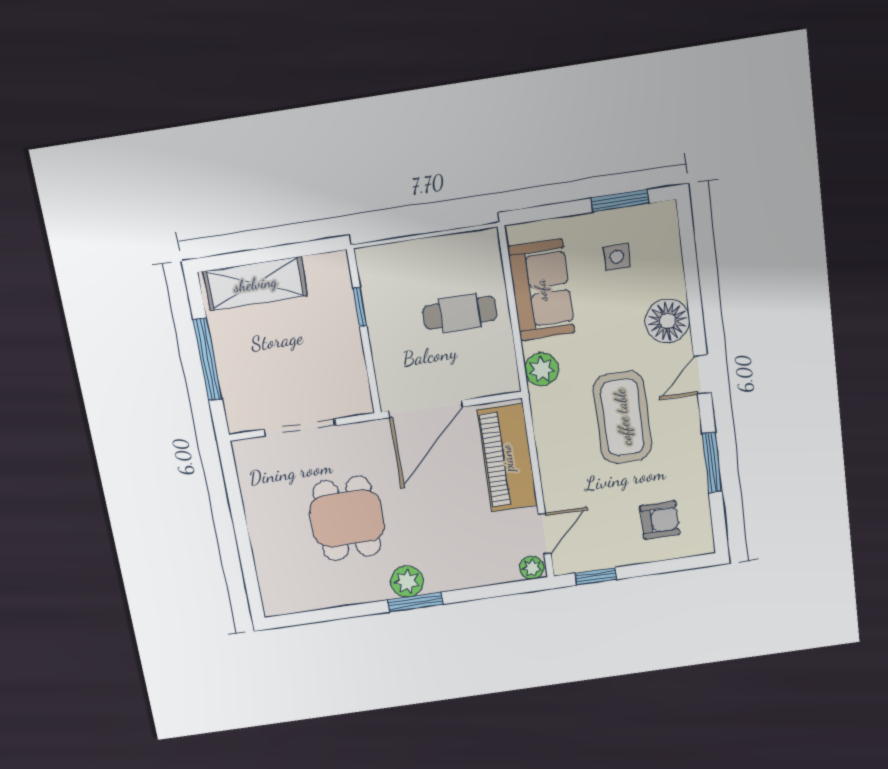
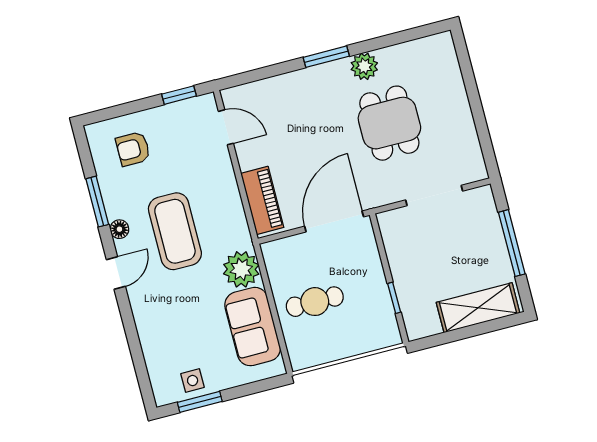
side table: (617, 257) -> (193, 381), moved
floor lamp: (668, 321) -> (119, 229), moved, width x0.53, depth x0.53
plant: (542, 369) -> (241, 269), width x1.36, depth x1.36
piano: (507, 458) -> (262, 200), width x0.73, depth x0.75
door: (545, 534) -> (226, 127), swing flipped
plant: (532, 568) -> (233, 97), removed
plant: (407, 582) -> (364, 66), moved

